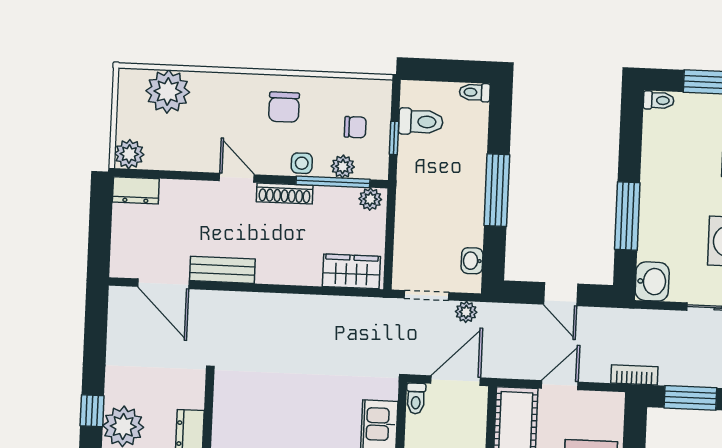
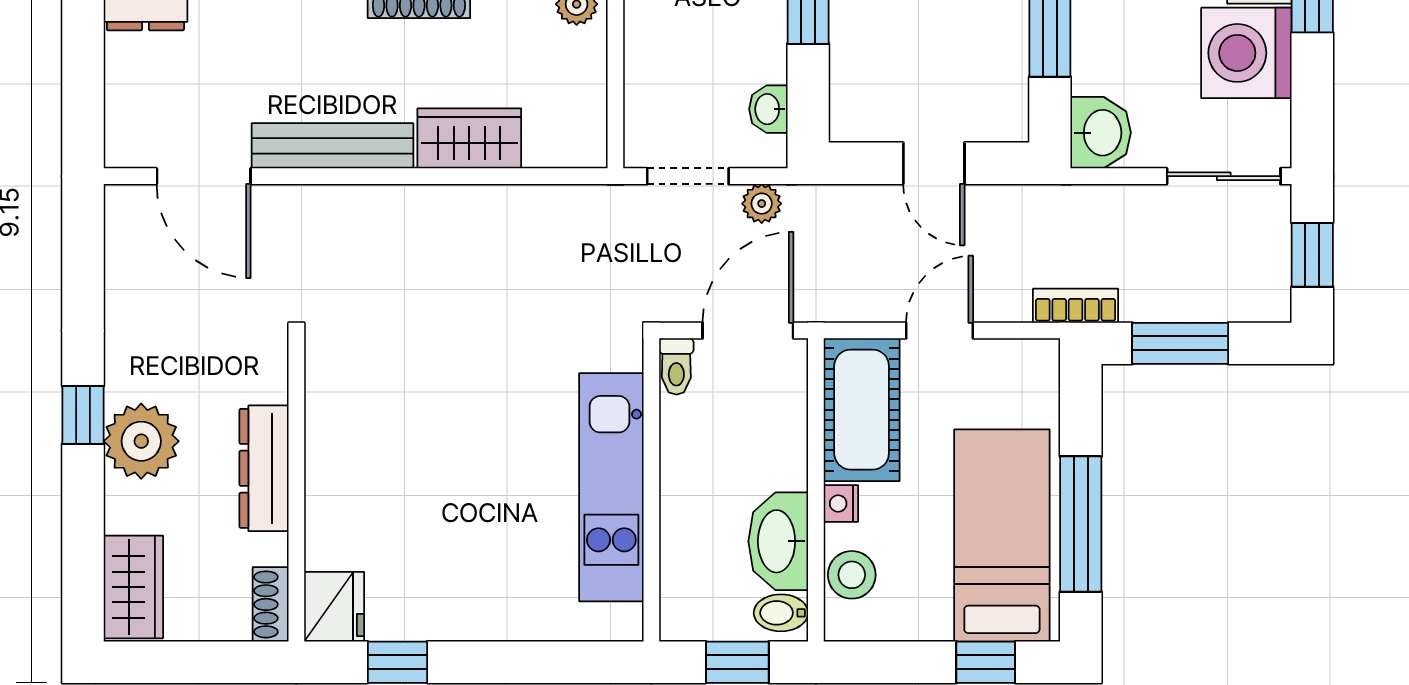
bench: (222, 270) -> (332, 146), width x1.36
wardrobe: (351, 271) -> (469, 138), moved

